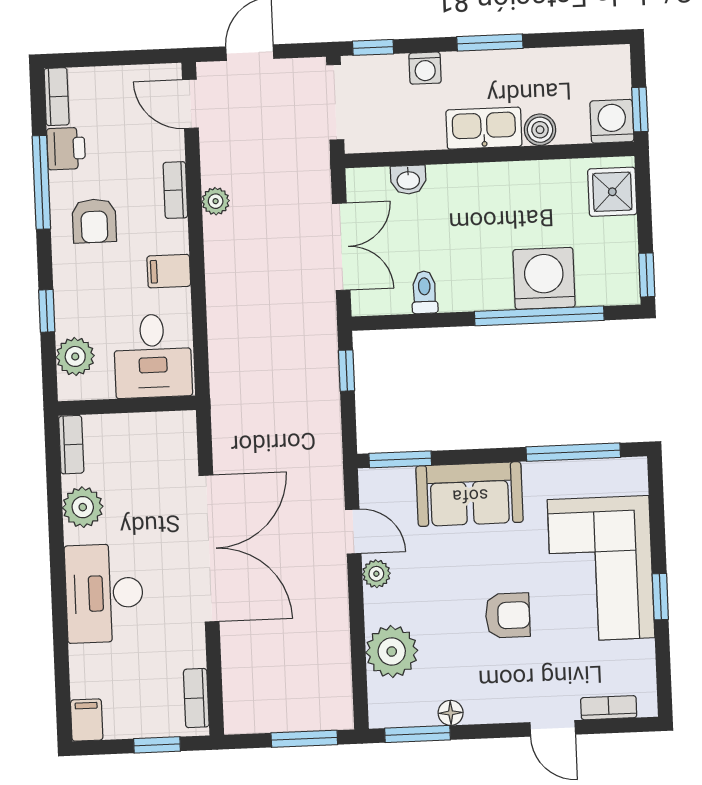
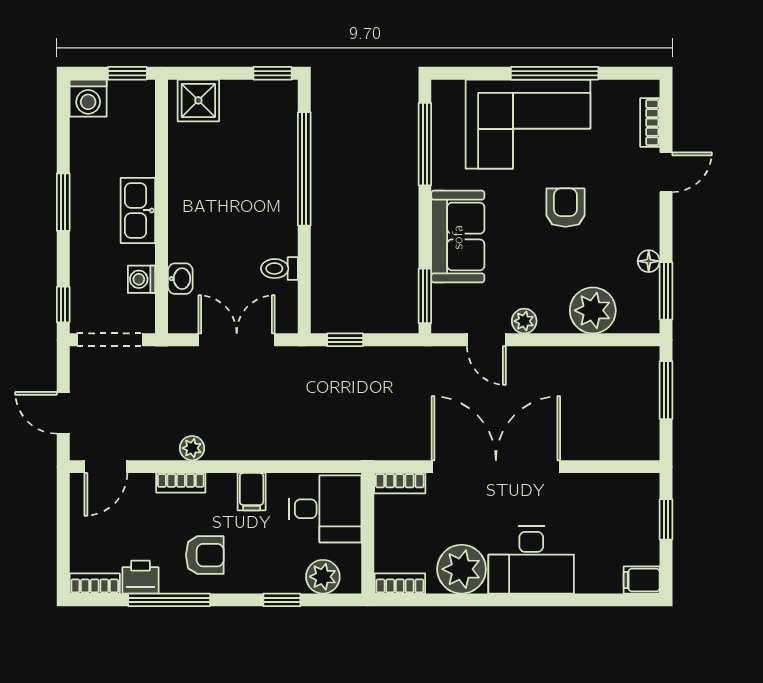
washing machine: (425, 68) -> (142, 279), moved, turned 180
washing machine: (612, 121) -> (88, 98), moved, turned -90
boiler: (540, 130) -> (141, 161), removed
washing machine: (544, 278) -> (272, 163), removed
plant: (83, 507) -> (462, 569), width x1.36, depth x1.36
door: (353, 532) -> (486, 340), swing flipped
window: (660, 597) -> (555, 73), width x2.17
bookcase: (196, 698) -> (400, 483), moved

